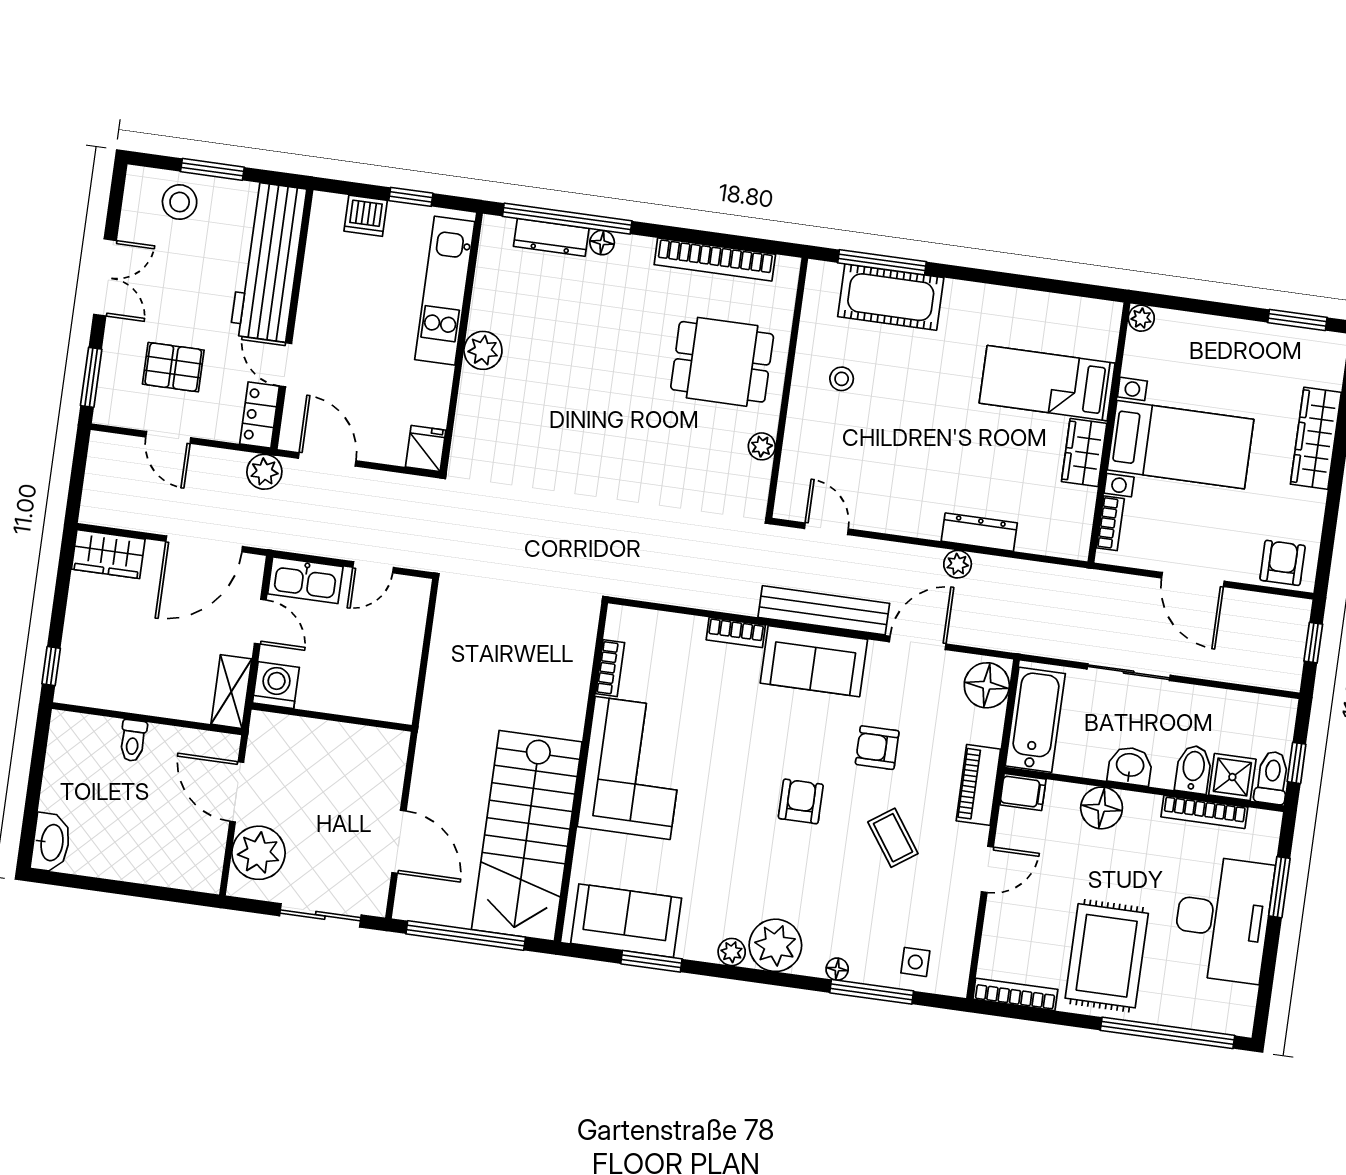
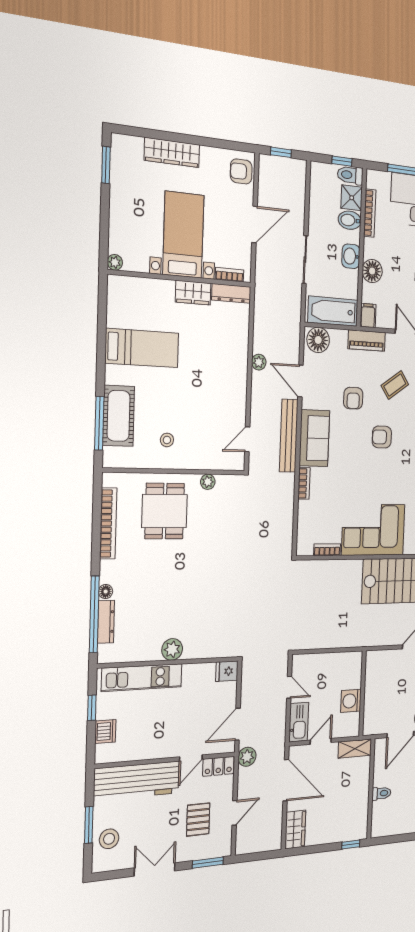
bed: (1047, 383) -> (142, 348), moved, turned -90
dresser: (979, 532) -> (231, 293), moved, turned -90
washing machine: (276, 685) -> (351, 701), moved

